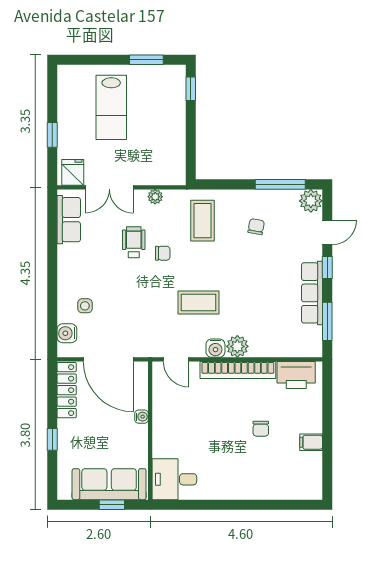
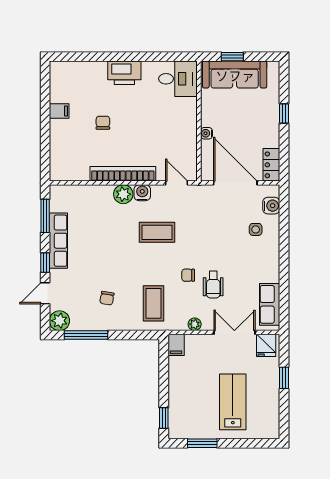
filing cabinet: (177, 173) -> (176, 345), added
printer: (296, 375) -> (124, 73), moved, turned 180
locker: (67, 390) -> (271, 165), width x0.66

